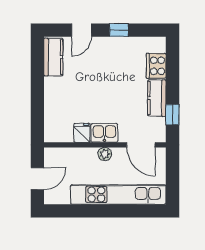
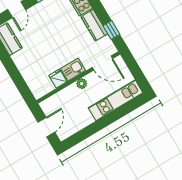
kitchen unit: (118, 194) -> (116, 100), width x0.73

